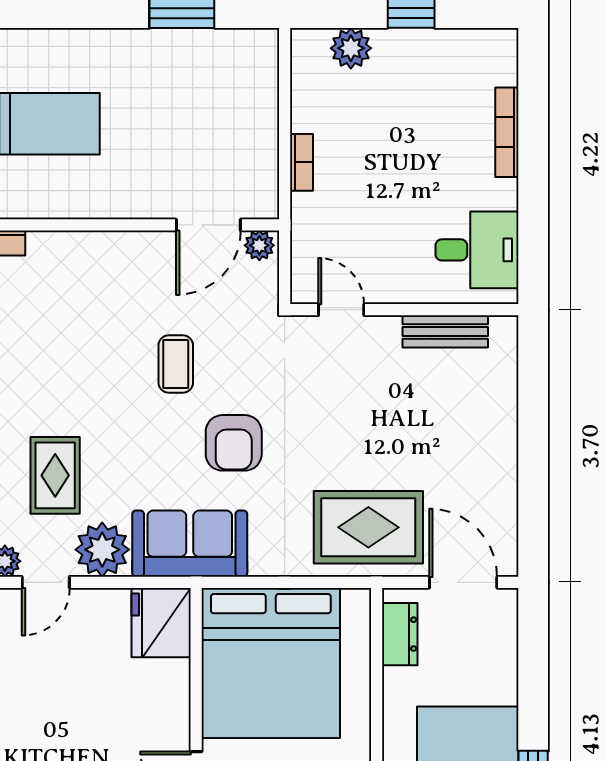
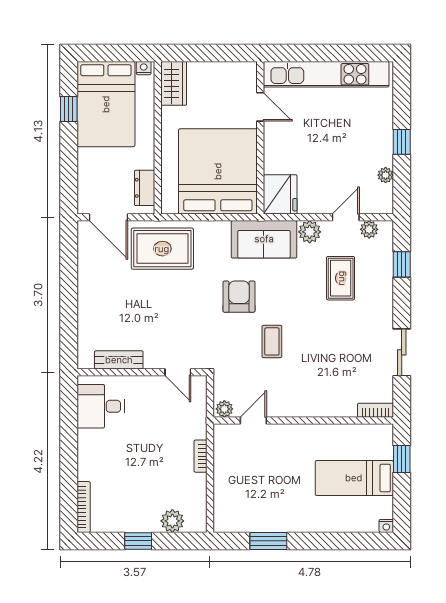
bookcase: (507, 132) -> (84, 507), moved
door: (208, 225) -> (253, 421), width x0.73
plant: (102, 550) -> (310, 232), width x0.73, depth x0.73

